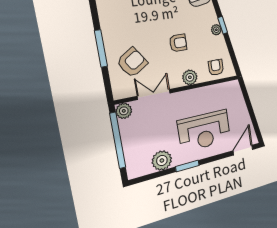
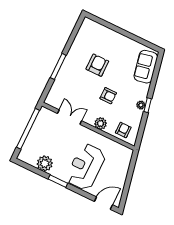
armchair: (132, 62) -> (97, 65), moved, turned -56
plant: (124, 111) -> (44, 113), removed
reception desk: (204, 131) -> (86, 167), turned 90

